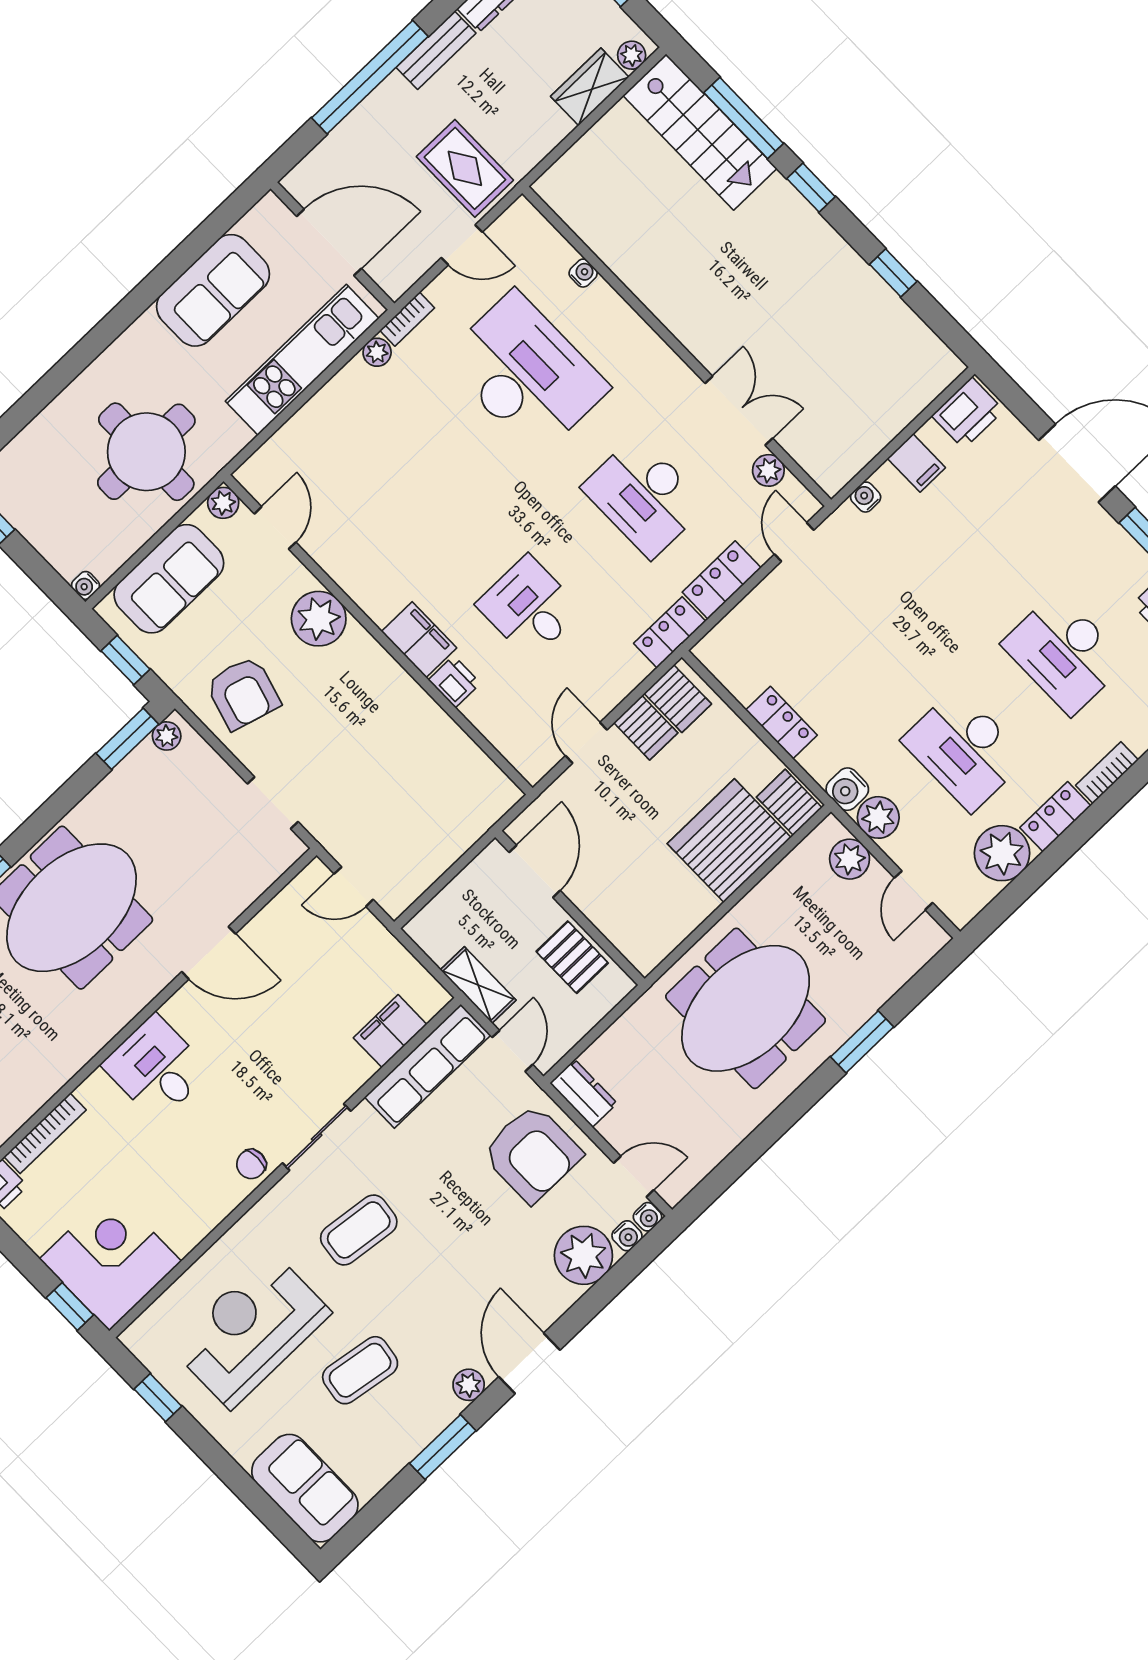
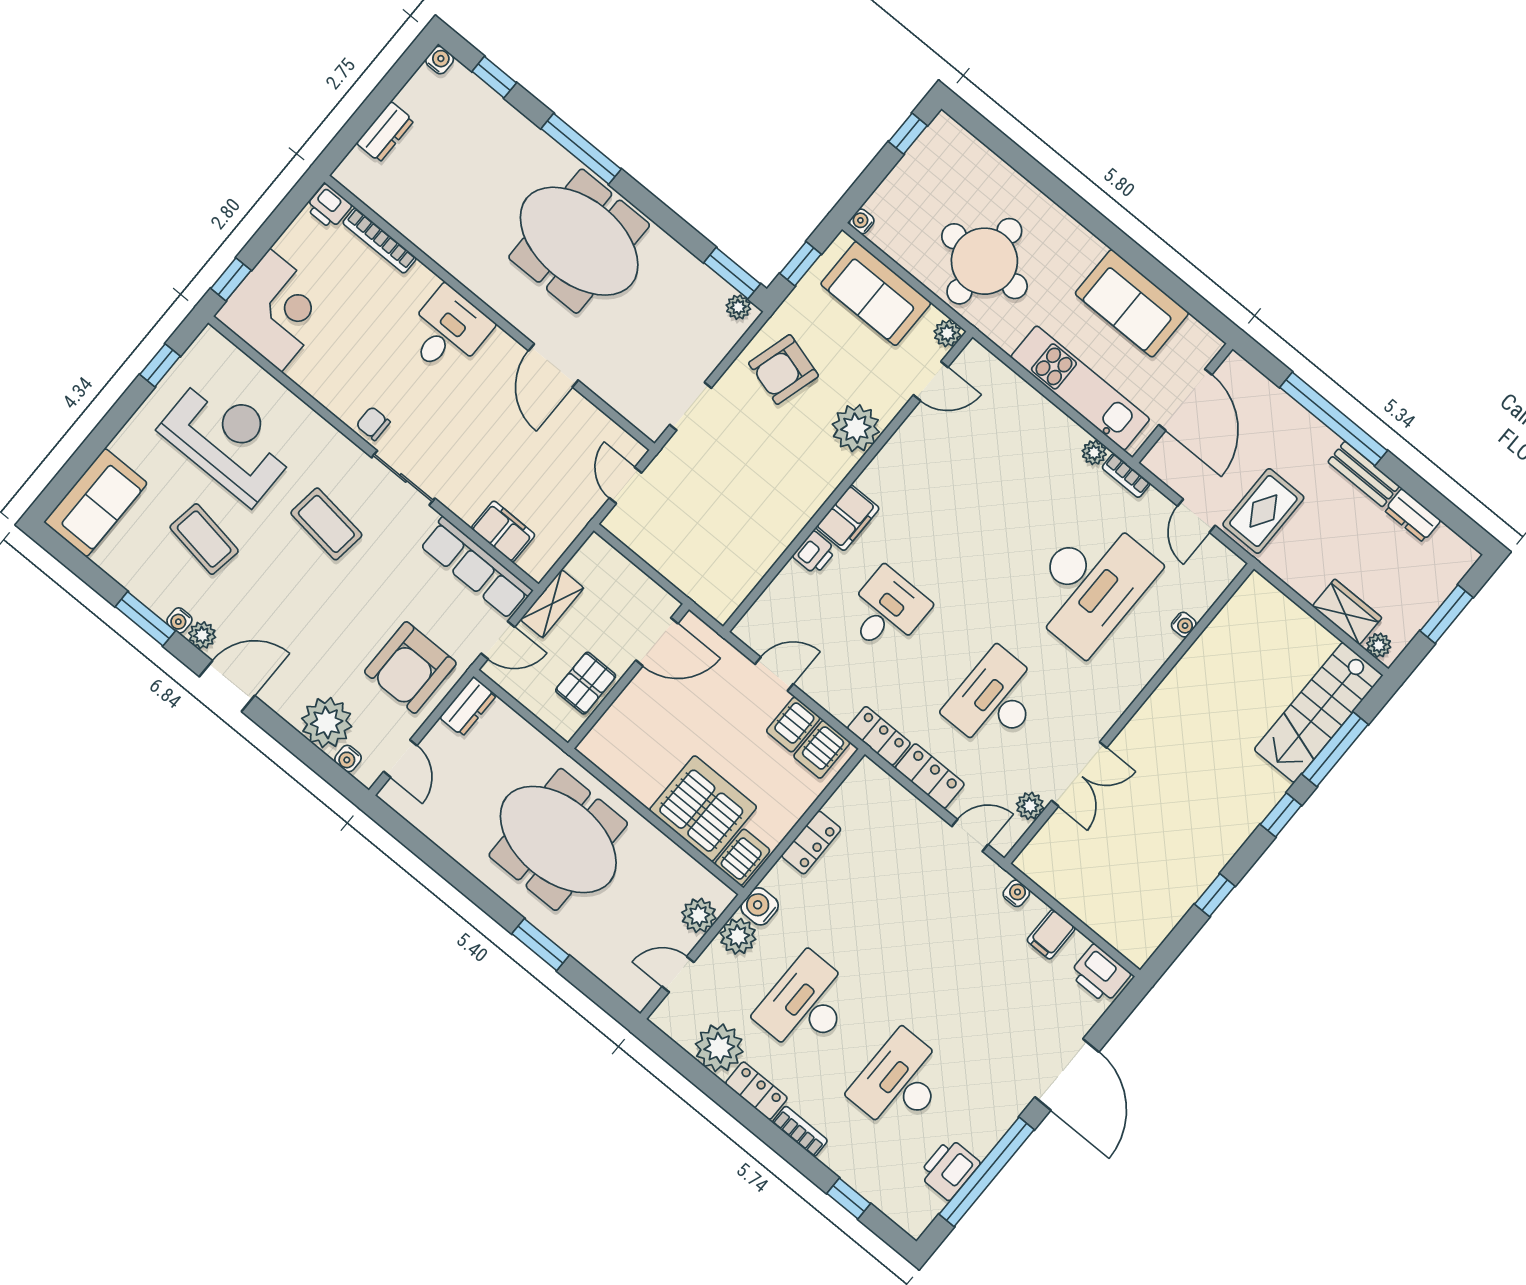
water cooler: (648, 1217) -> (179, 620), moved

